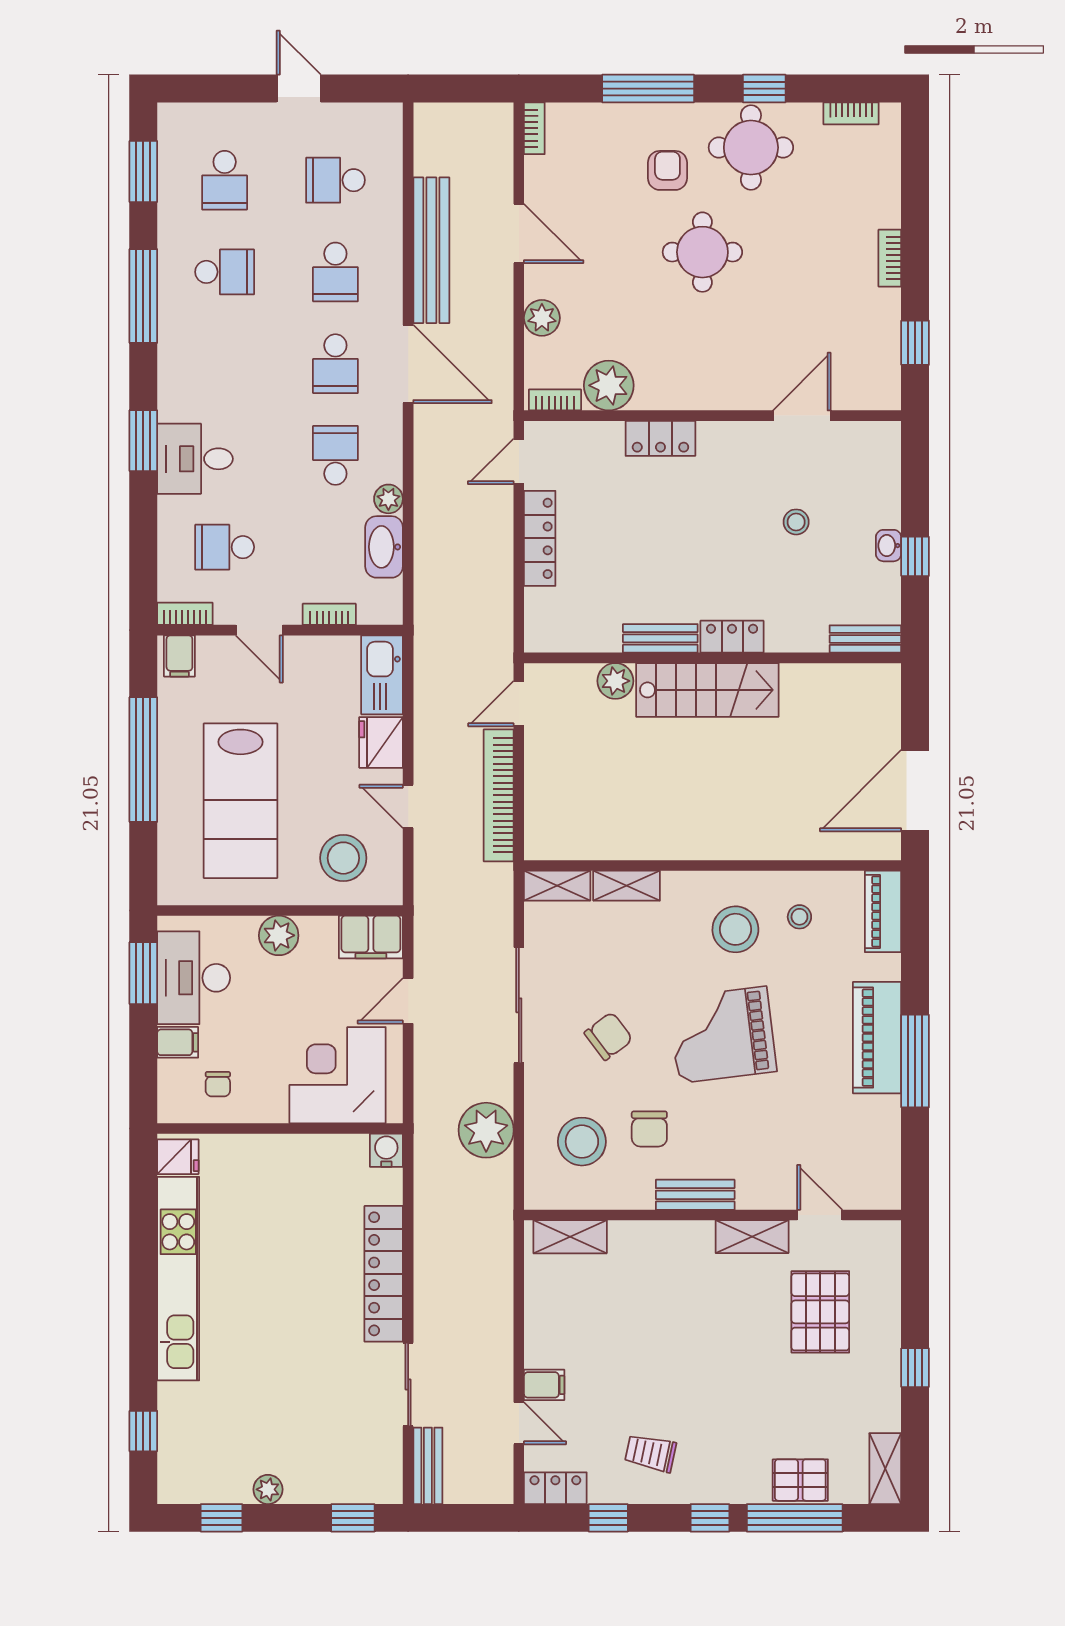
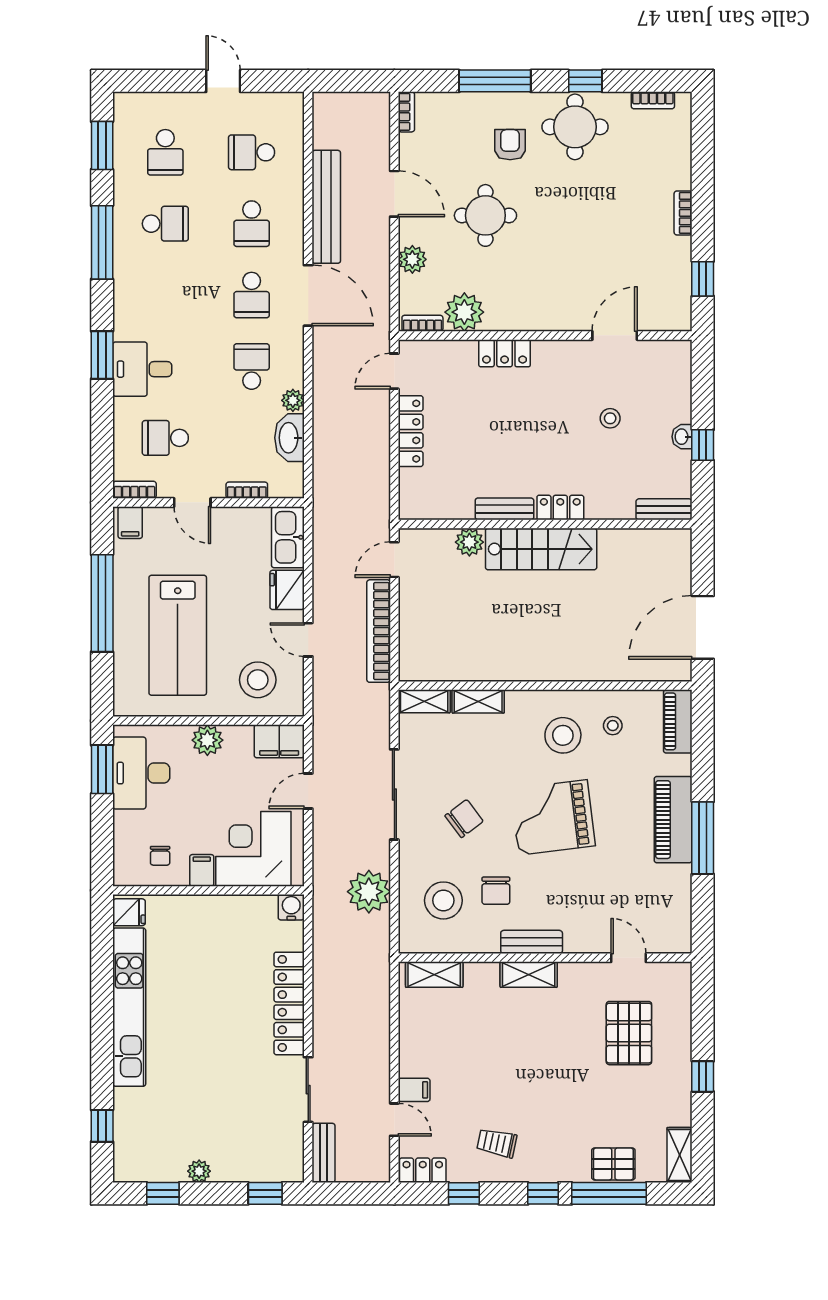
round table: (702, 252) -> (485, 215), moved
filing cabinet: (178, 1042) -> (202, 870), moved, turned -90
shelving: (752, 1237) -> (529, 975), moved

